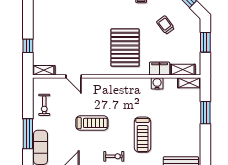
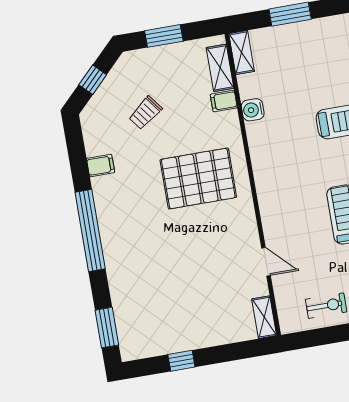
window: (28, 46) -> (181, 361), moved
filing cabinet: (160, 69) -> (224, 101), width x0.50
door: (74, 76) -> (266, 262), hinge flipped

